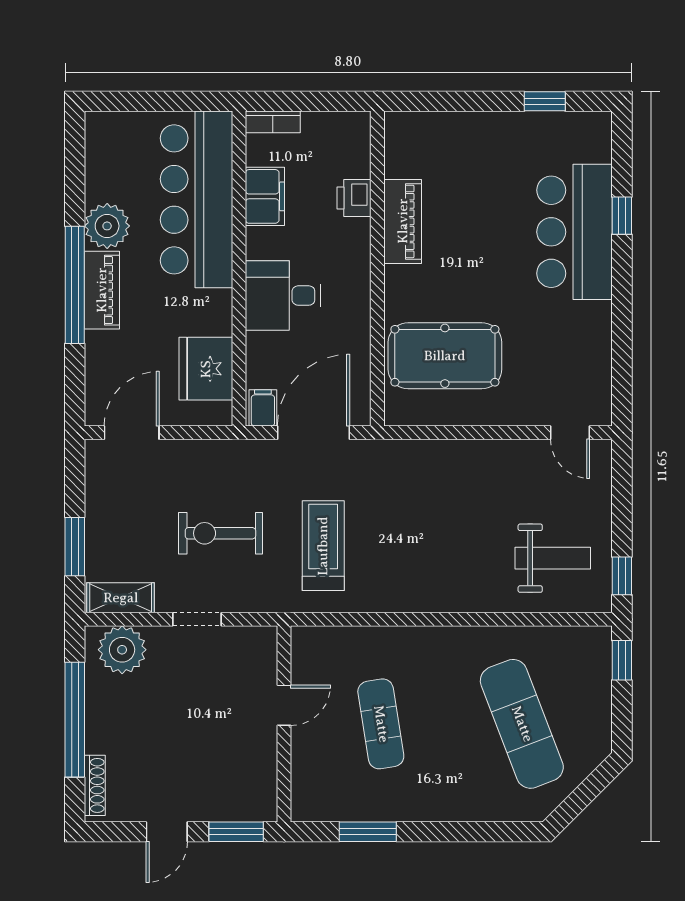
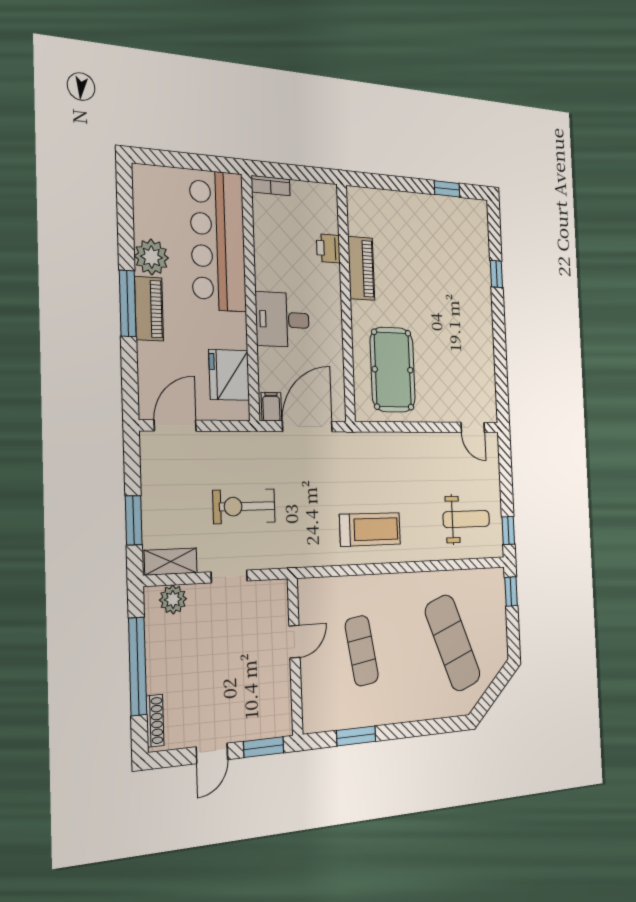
filing cabinet: (265, 196) -> (267, 242), removed
bar counter: (575, 232) -> (469, 283), removed
window: (75, 285) -> (128, 303), width x0.68
pool table: (445, 356) -> (393, 370), turned 90
treadmill: (323, 546) -> (370, 529), moved, turned 90
plant: (122, 650) -> (173, 599), width x0.73, depth x0.73

